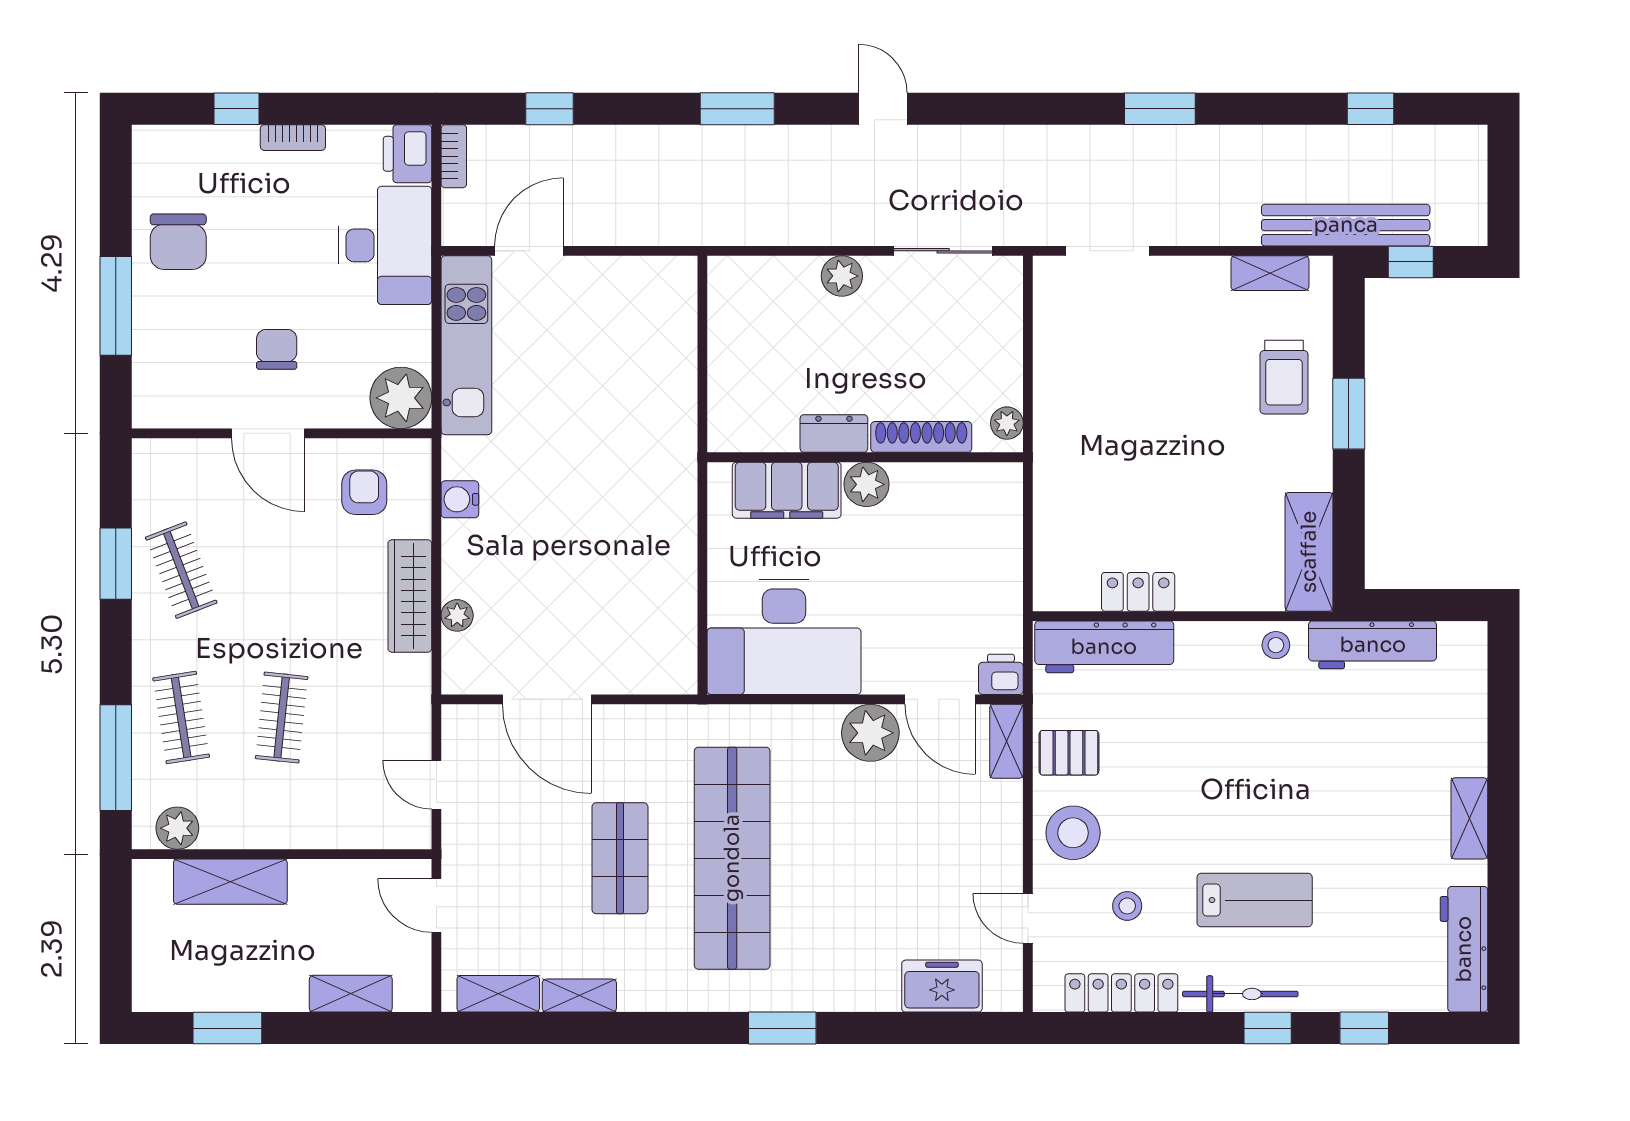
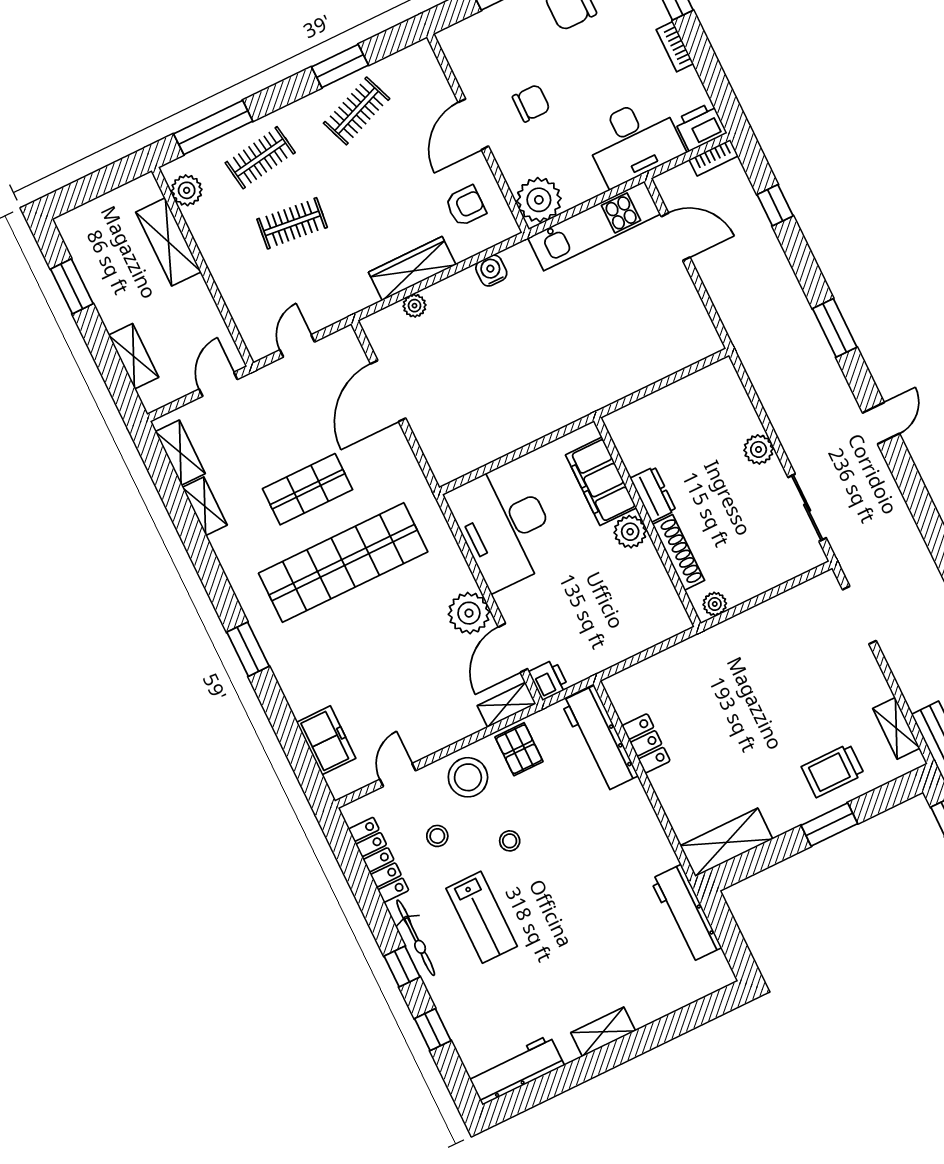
stool: (1276, 645) -> (510, 841), moved

